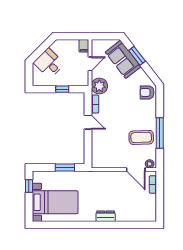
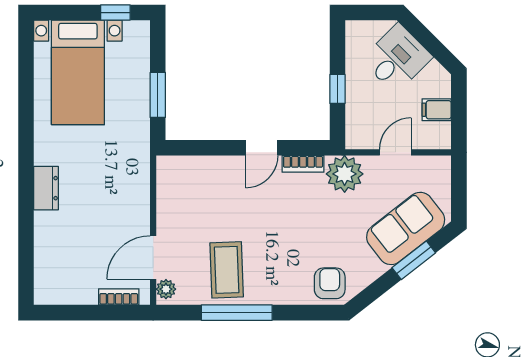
filing cabinet: (84, 46) -> (437, 110), moved
door: (90, 64) -> (395, 152), swing flipped

